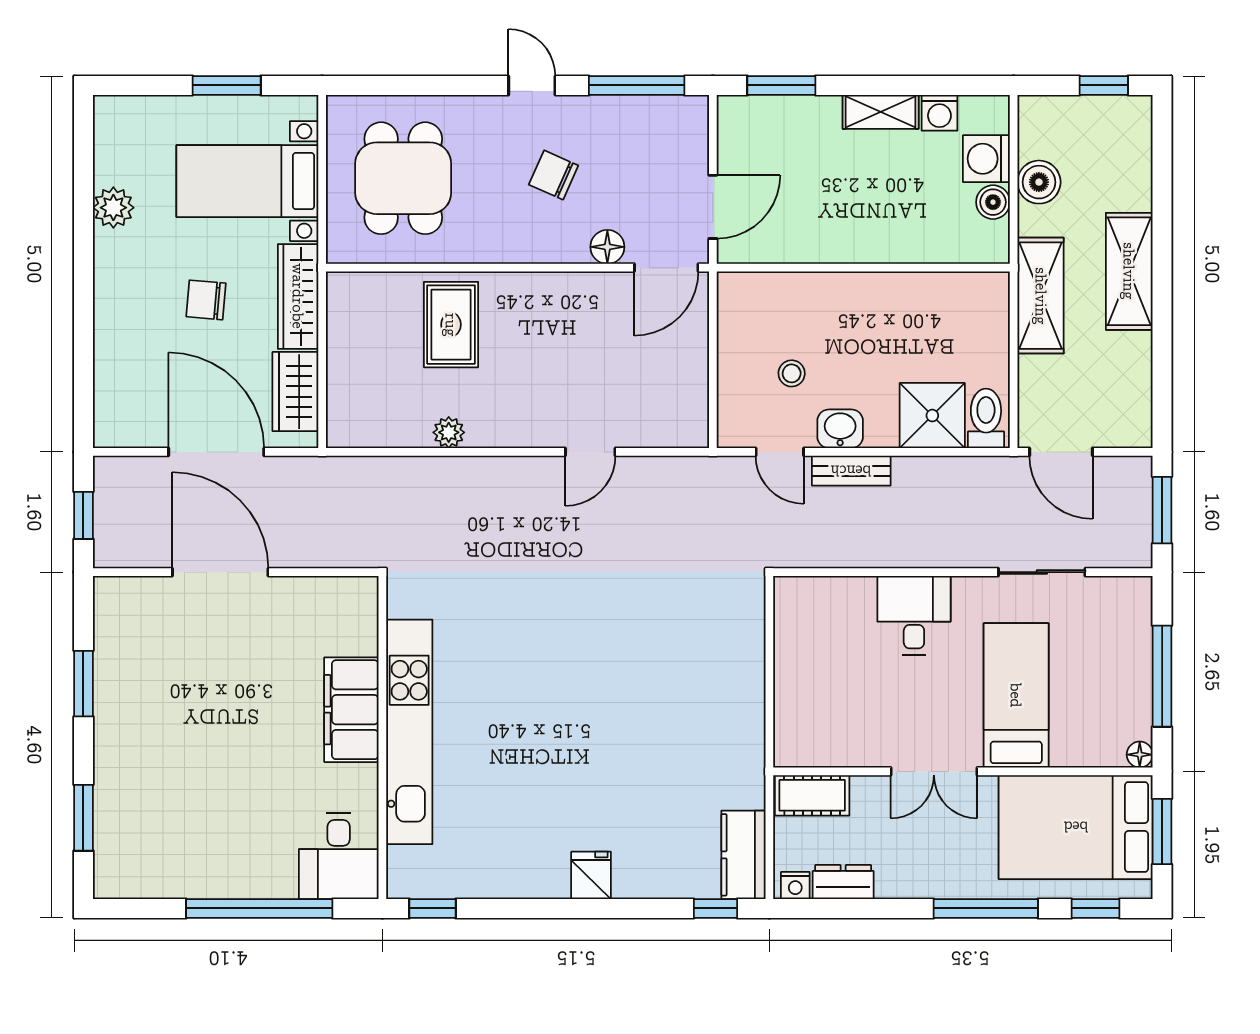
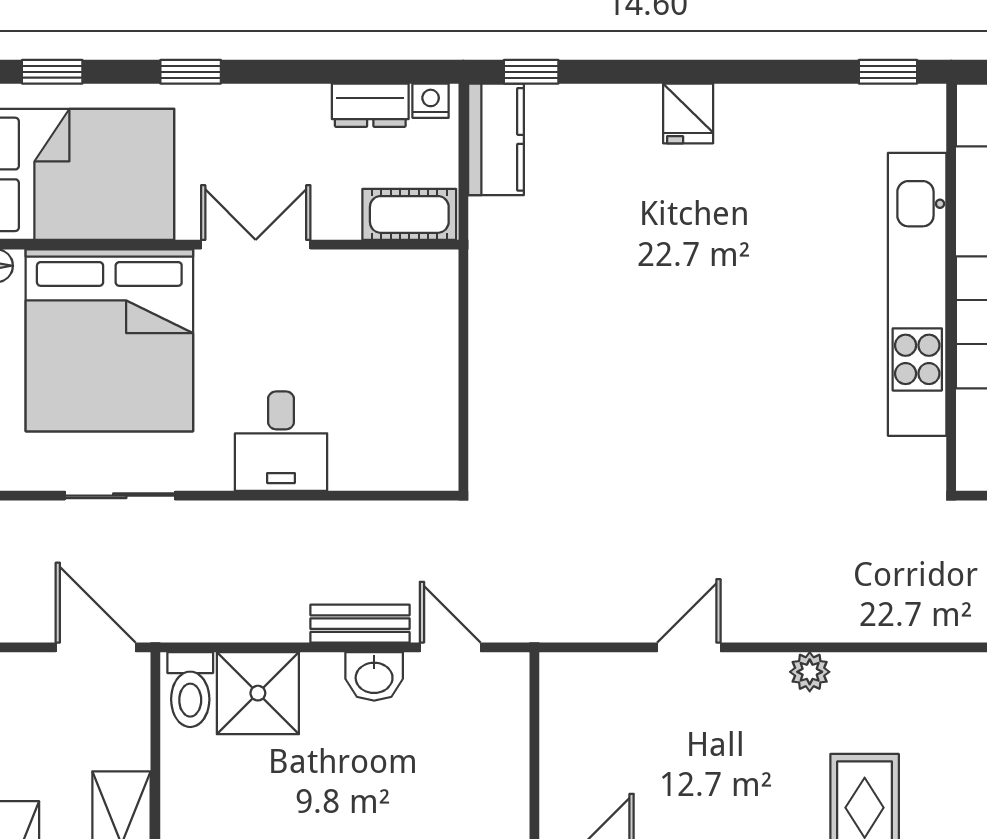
stool: (792, 373) -> (435, 746), removed
plant: (449, 432) -> (810, 672), moved
bed: (1016, 695) -> (109, 340), width x2.04
window: (986, 908) -> (191, 72), width x0.46

